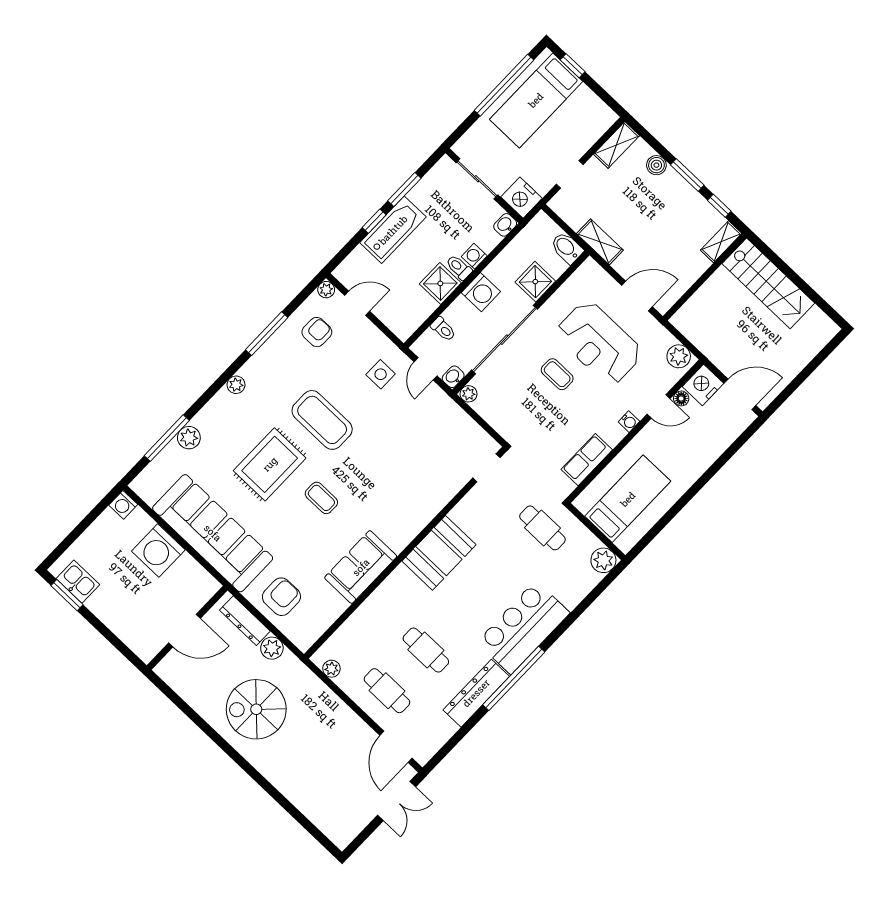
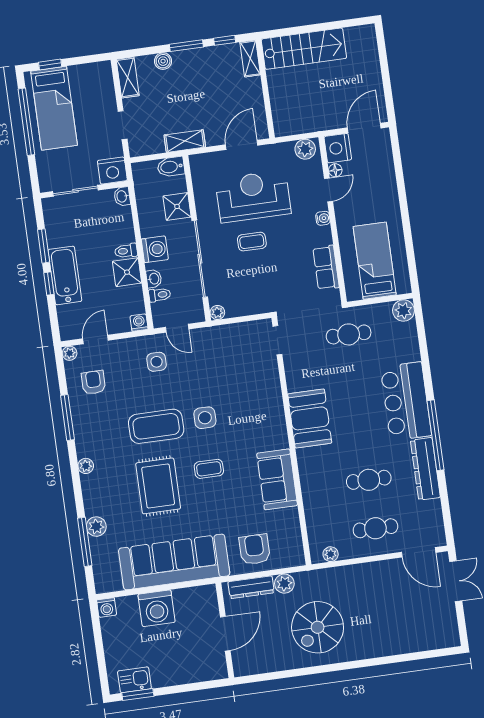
washing machine: (474, 256) -> (139, 323), moved, turned 90
reception desk: (599, 343) -> (253, 196), turned 180
washbasin: (453, 377) -> (154, 279), moved, turned 180
side table: (365, 458) -> (205, 418), added

